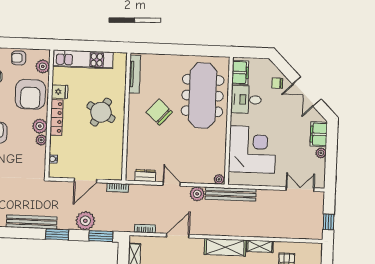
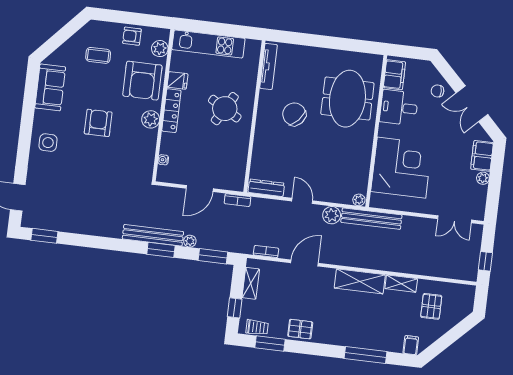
meeting table: (203, 96) -> (347, 99), width x0.73
plant: (41, 140) -> (151, 136), removed
dresser: (145, 176) -> (266, 188), width x1.44
double door: (300, 189) -> (455, 219), swing flipped
plant: (85, 221) -> (190, 241), width x0.53, depth x0.53
bench: (32, 222) -> (153, 235), moved

